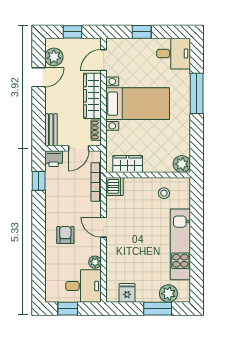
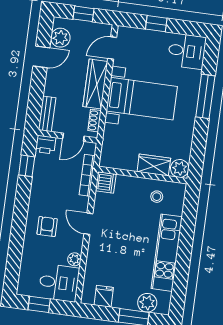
wardrobe: (128, 164) -> (154, 165), moved

